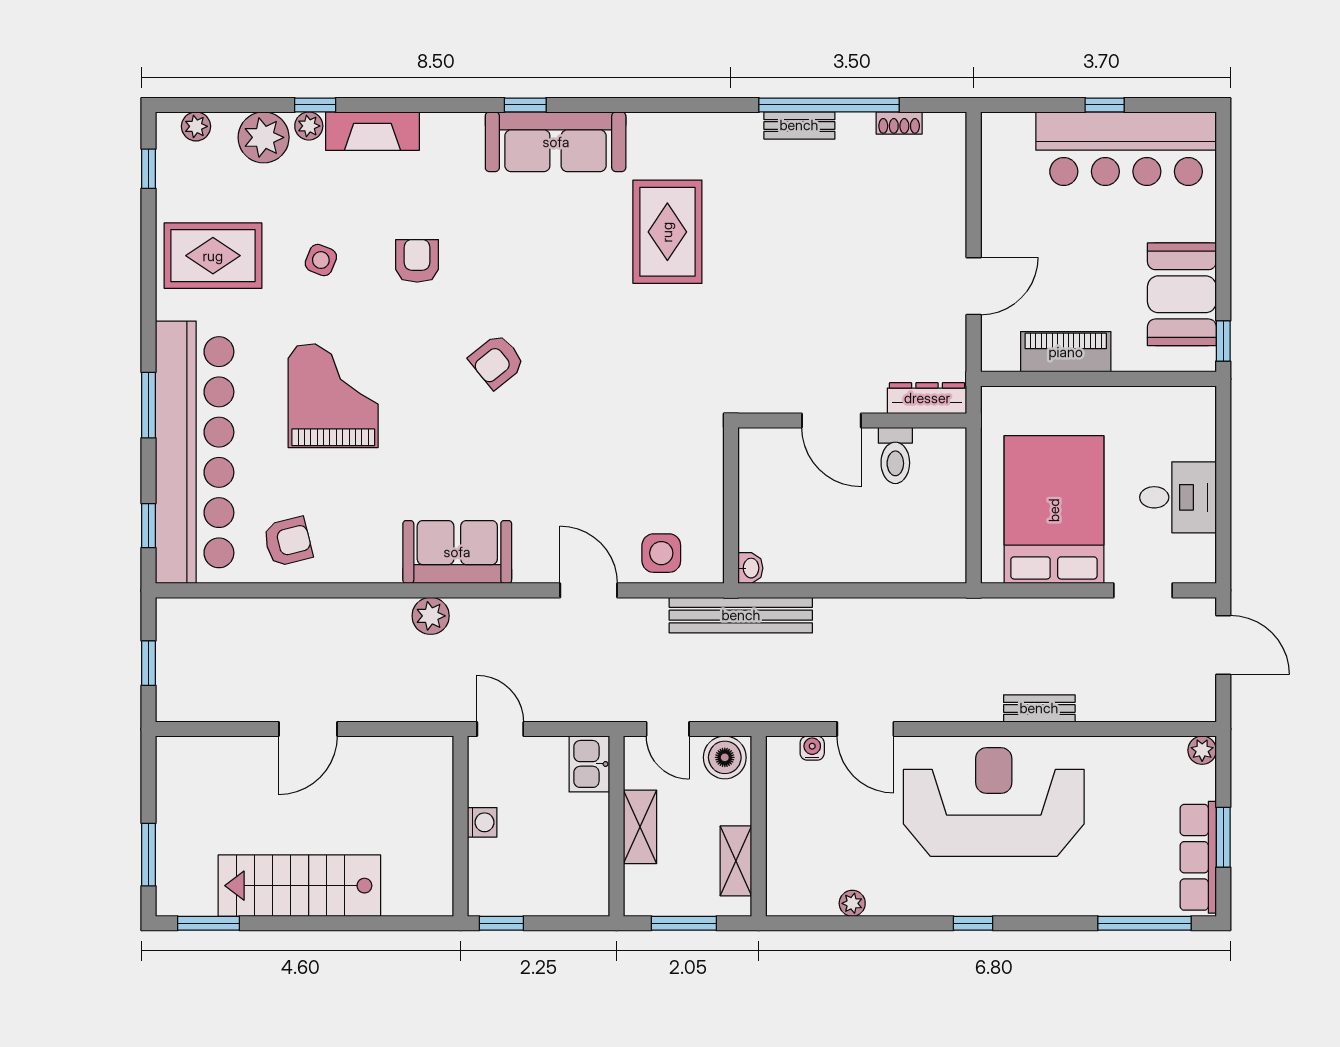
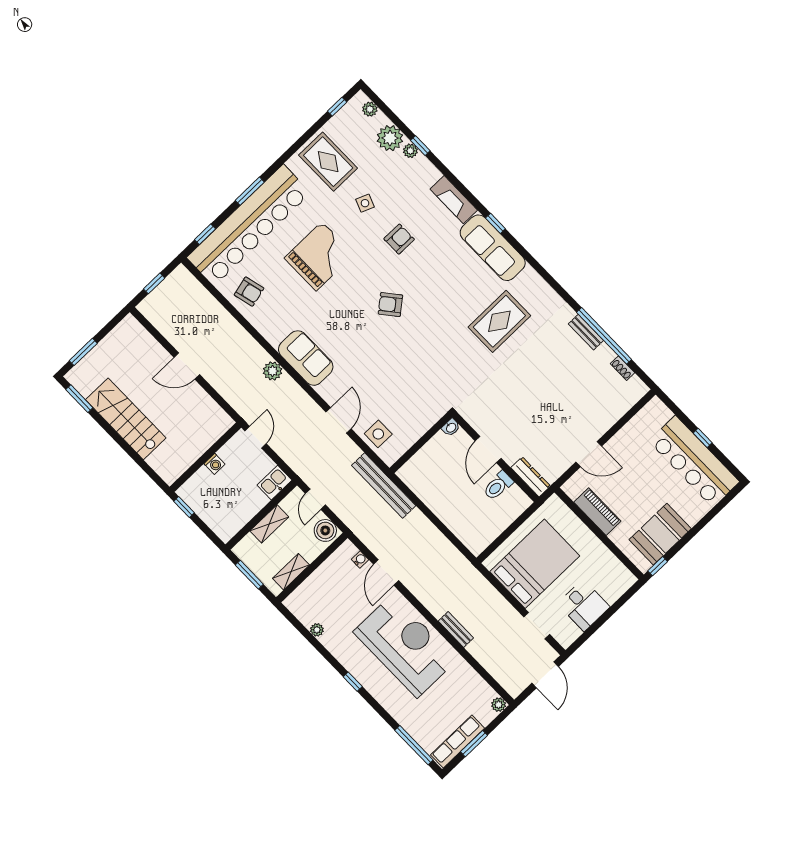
fireplace: (372, 131) -> (454, 200), moved
washbasin: (750, 568) -> (451, 427), moved

